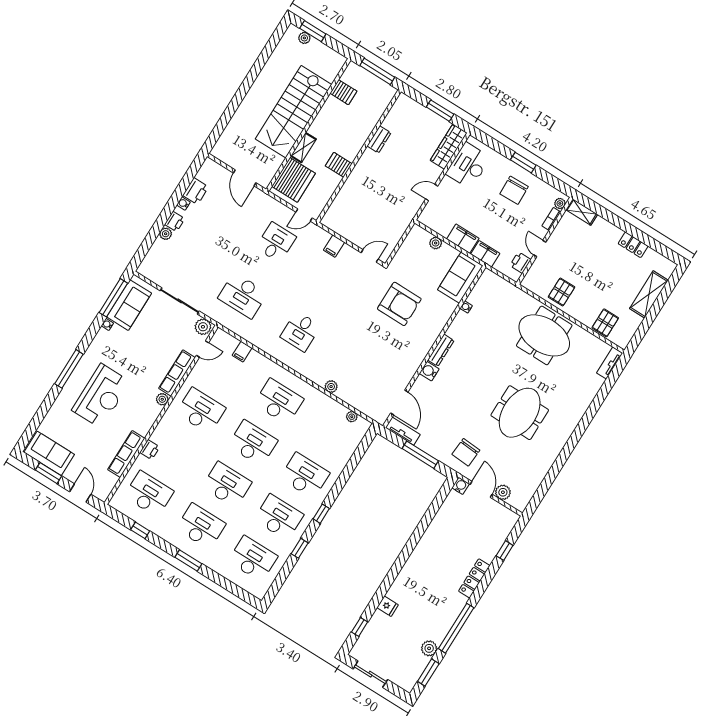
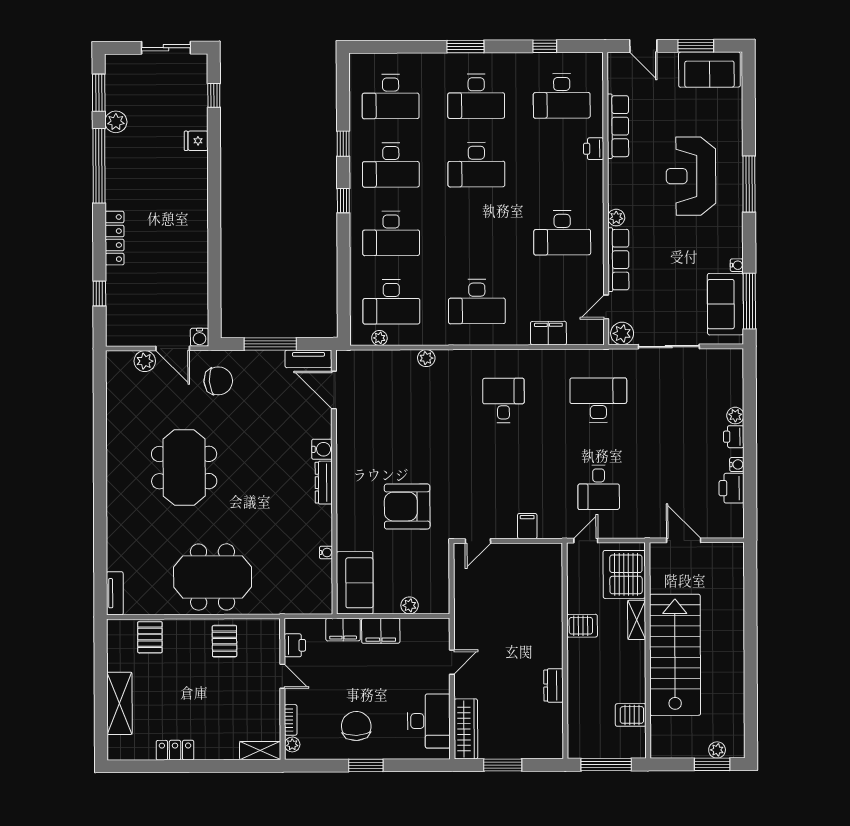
filing cabinet: (242, 352) -> (548, 333), width x2.00
desk: (253, 443) -> (391, 302), moved
chair: (466, 452) -> (218, 381), turned 82

